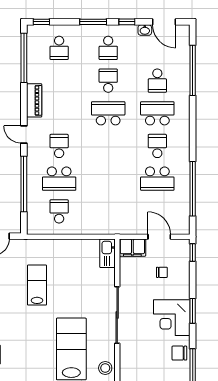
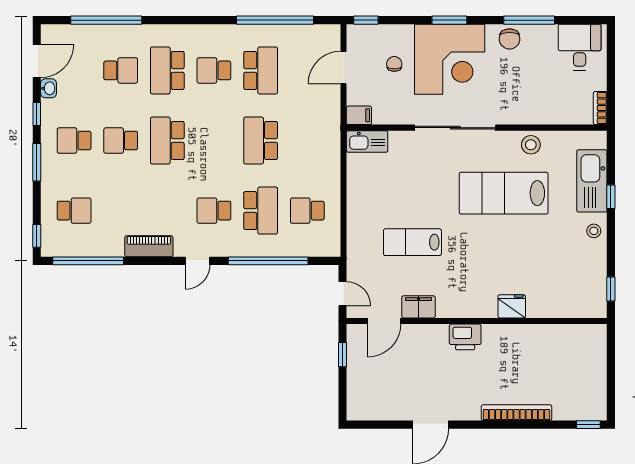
school desk: (108, 48) -> (74, 141), turned 180
school desk: (108, 179) -> (261, 141), added
filing cabinet: (132, 248) -> (359, 115), width x0.50
corner desk: (172, 318) -> (450, 59), width x1.36, depth x1.36

